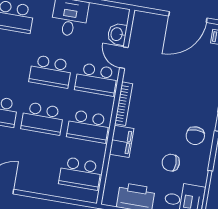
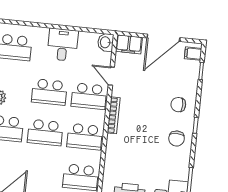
washbasin: (117, 34) -> (106, 42), moved
filing cabinet: (122, 141) -> (129, 44), moved, turned 90
chair: (171, 163) -> (178, 105), moved

